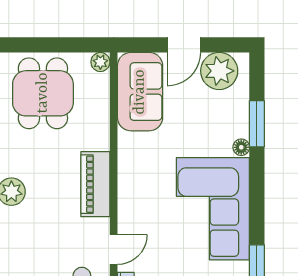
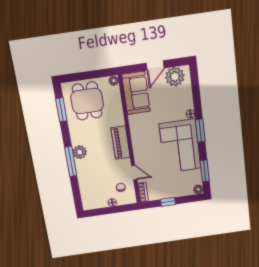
window: (257, 124) -> (200, 131), moved
door: (114, 249) -> (134, 173), hinge flipped

